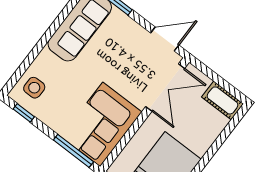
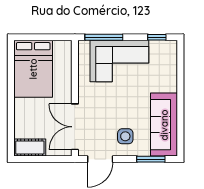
side table: (34, 88) -> (125, 136), moved
corner sofa: (102, 124) -> (119, 61), moved, turned 90

